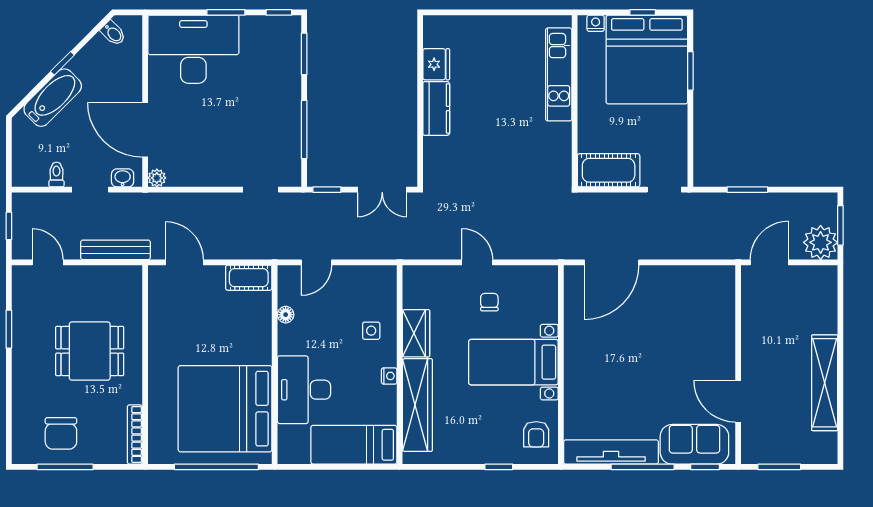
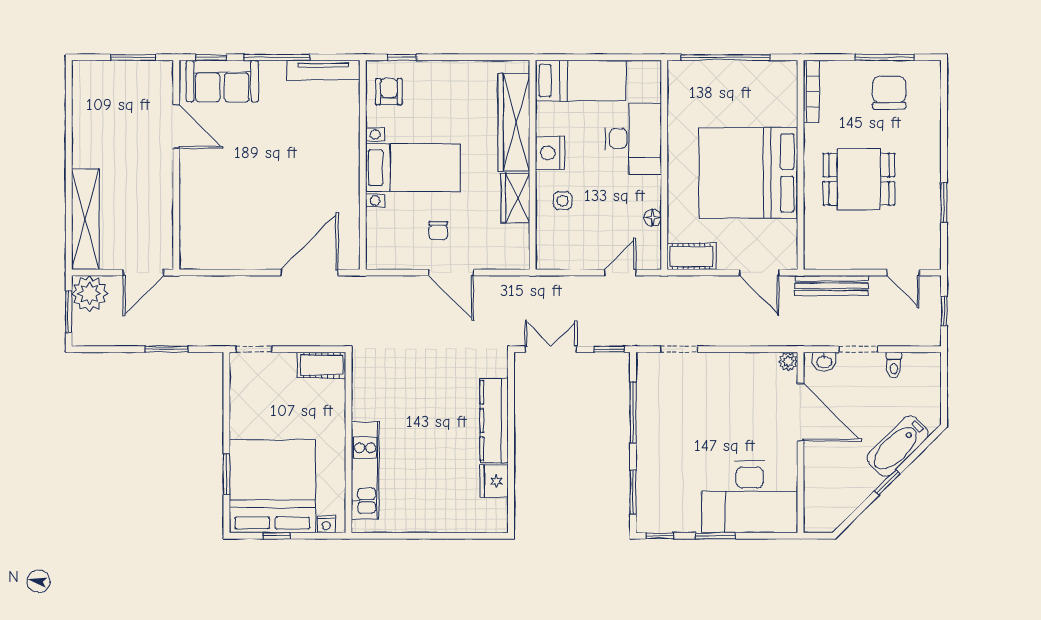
bidet: (113, 33) -> (834, 514), removed
kitchen counter: (436, 108) -> (494, 420), width x1.50
cot: (609, 170) -> (322, 365), width x0.73, depth x0.75
door: (477, 262) -> (451, 273), width x1.38
nightstand: (389, 376) -> (550, 153), width x1.89, depth x1.79
shelving: (825, 383) -> (85, 219), moved
bed: (225, 409) -> (748, 173), moved, turned 180
tv unit: (611, 452) -> (323, 70), width x0.73, depth x0.78
window: (499, 467) -> (402, 57), moved

